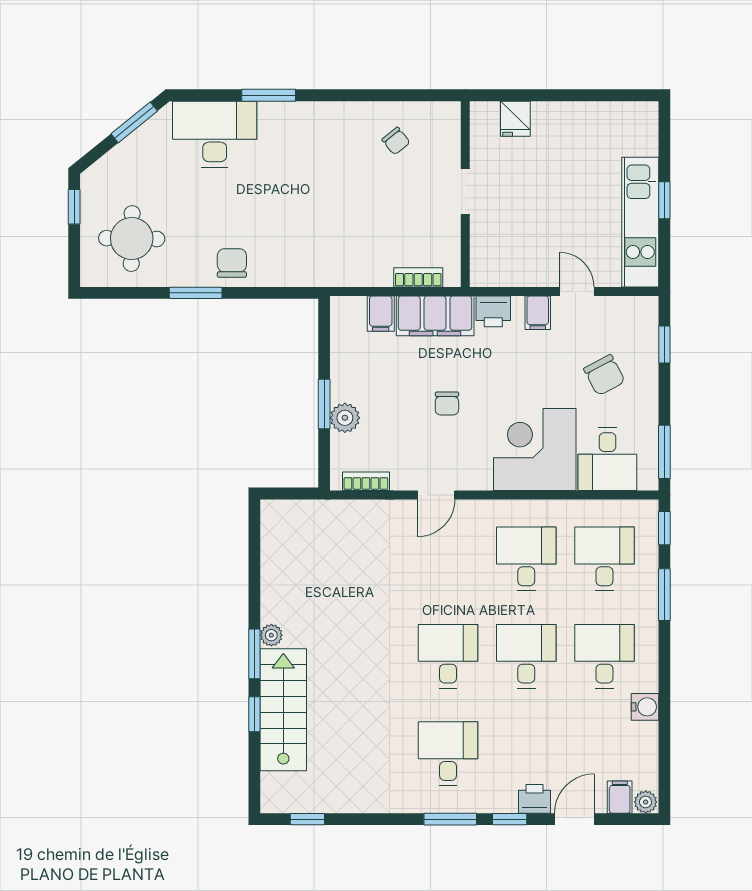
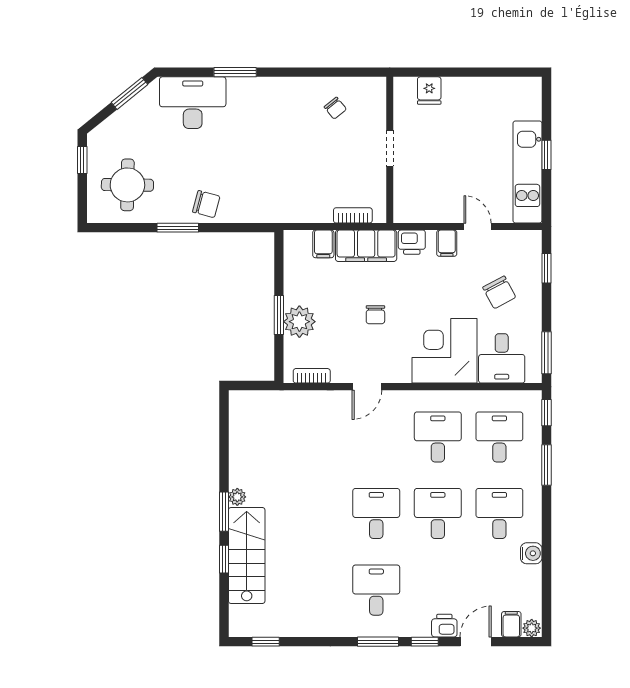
chair: (232, 263) -> (206, 204), turned 105
plant: (345, 418) -> (299, 322), width x1.36, depth x1.36

